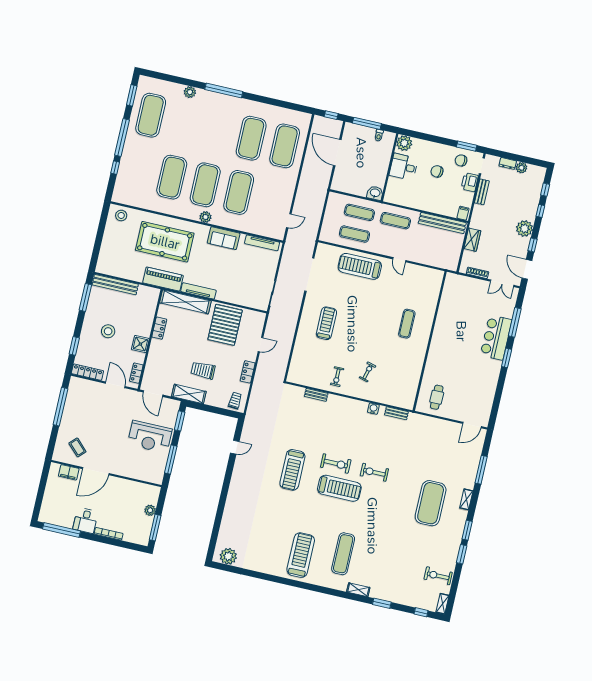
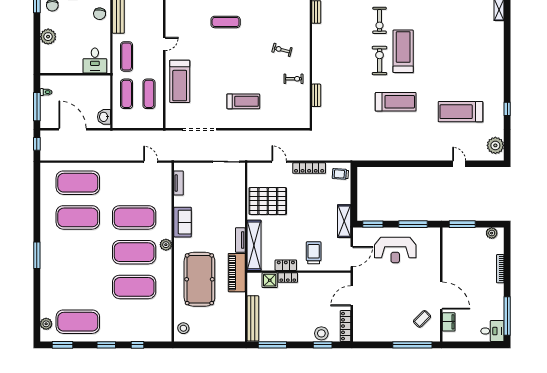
window: (224, 91) -> (37, 255), width x0.68
plant: (190, 92) -> (46, 324), moved
window: (122, 138) -> (106, 345), width x0.47
plant: (404, 143) -> (48, 37), moved
door: (337, 153) -> (73, 129), swing flipped
desk: (404, 167) -> (95, 61), moved
chair: (437, 171) -> (100, 14), moved
washbasin: (375, 193) -> (104, 117), moved
tv unit: (262, 243) -> (179, 183), width x0.71
tv unit: (198, 291) -> (240, 240), width x0.71
treadmill: (326, 323) -> (243, 101), turned 180
stool: (108, 331) -> (321, 333), moved
shower: (140, 344) -> (270, 280), moved
trolley: (203, 370) -> (314, 253), moved, turned 180
locker: (248, 372) -> (309, 168), width x1.53
locker: (136, 373) -> (288, 278), moved
window: (60, 407) -> (412, 345), moved
water cooler: (373, 409) -> (317, 36), removed
reception desk: (150, 437) -> (395, 250), turned 90
door: (235, 447) -> (459, 164), moved
plant: (150, 510) -> (492, 233), moved
desk: (85, 521) -> (492, 331), moved
window: (155, 528) -> (462, 224), moved
exercise mat: (343, 554) -> (467, 33), removed
treadmill: (301, 555) -> (461, 112), moved
window: (261, 576) -> (507, 109), added

